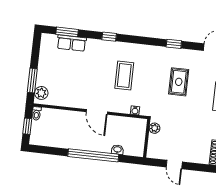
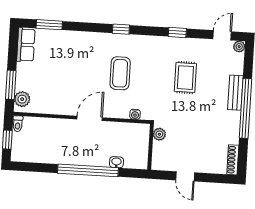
window: (109, 37) -> (121, 29), moved
row of seats: (72, 43) -> (26, 45), moved, turned -90
door: (97, 112) -> (90, 118), swing flipped

